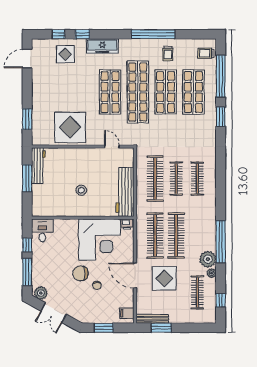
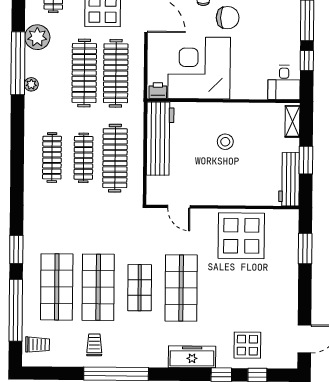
shop shelf: (138, 92) -> (140, 288), width x0.50, depth x0.74
window: (27, 178) -> (306, 160), width x0.69
shelving: (36, 204) -> (292, 121), added
plant: (212, 273) -> (31, 84), moved

